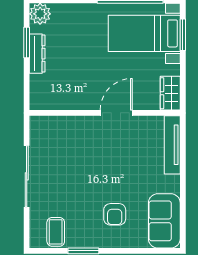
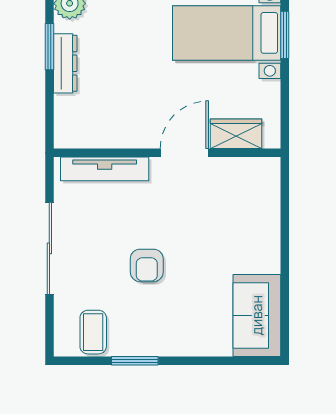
wardrobe: (170, 93) -> (236, 134), moved, turned 90
tv unit: (172, 145) -> (105, 169), moved, turned -90
armchair: (115, 214) -> (147, 265), moved

